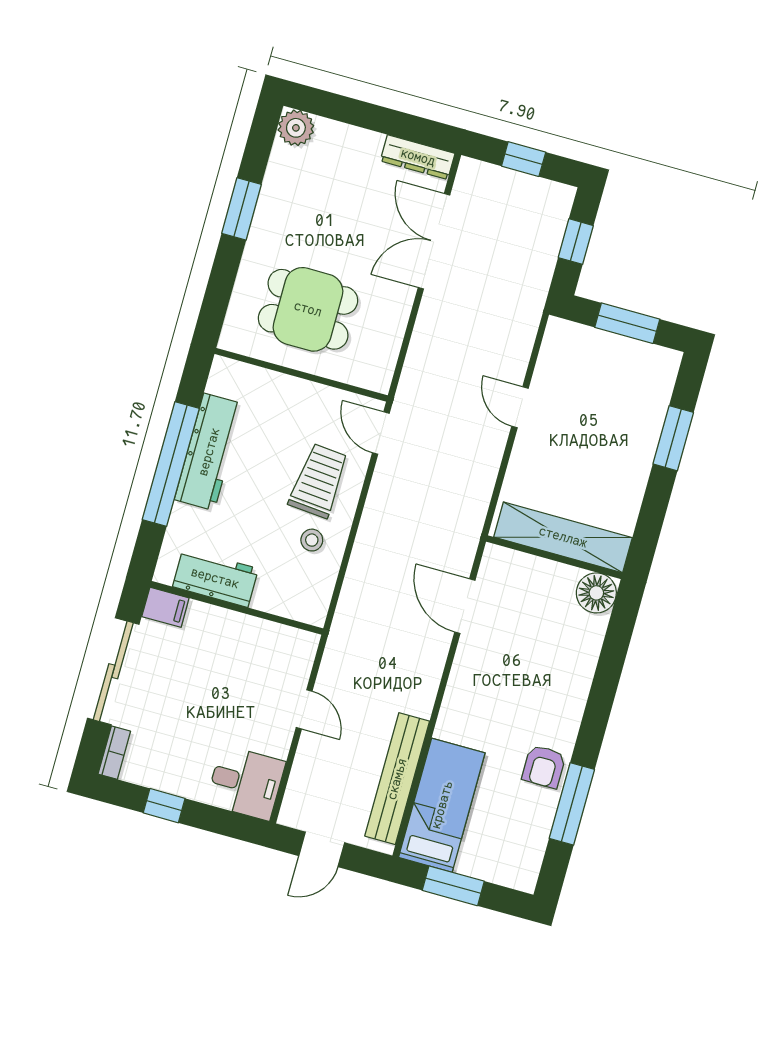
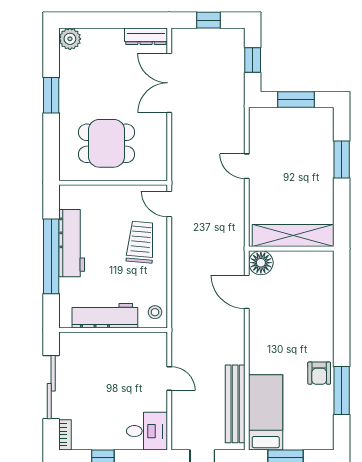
stool: (312, 540) -> (155, 312), moved
workbench: (215, 578) -> (105, 316), width x1.38
floor lamp: (596, 593) -> (261, 263), moved
filing cabinet: (165, 607) -> (71, 341), removed

